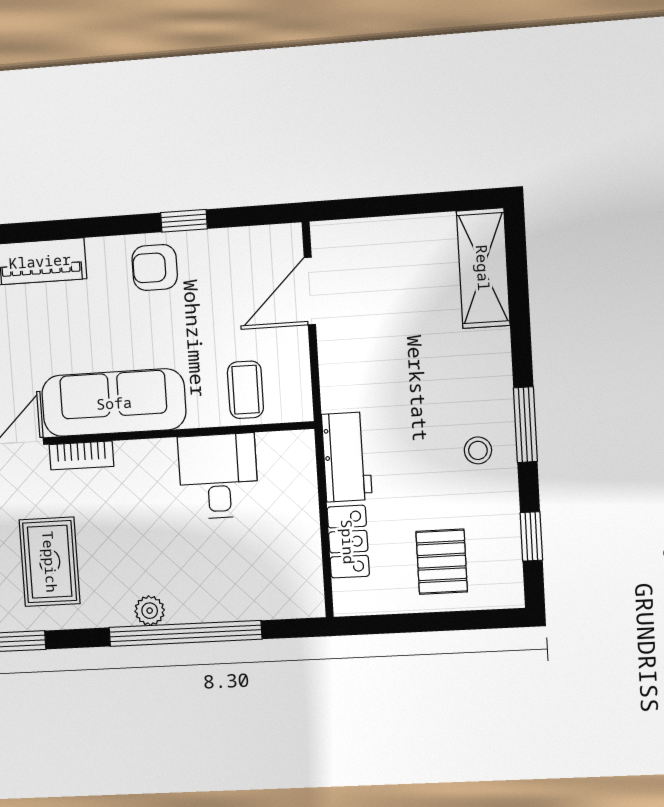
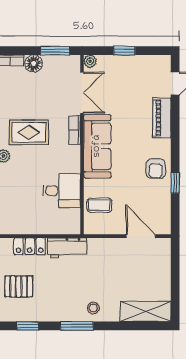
armchair: (155, 267) -> (156, 169), turned 180
stool: (478, 450) -> (93, 308), moved
rug: (50, 562) -> (29, 132), moved

